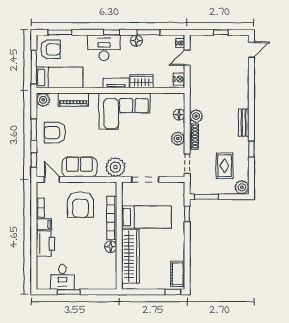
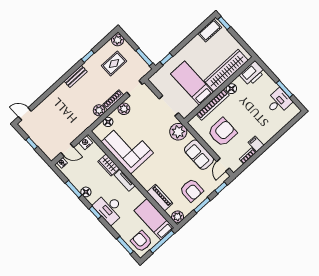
corner sofa: (124, 111) -> (127, 147), moved
printer: (45, 244) -> (252, 73), moved, turned 180

